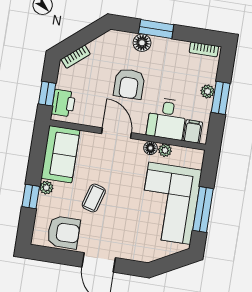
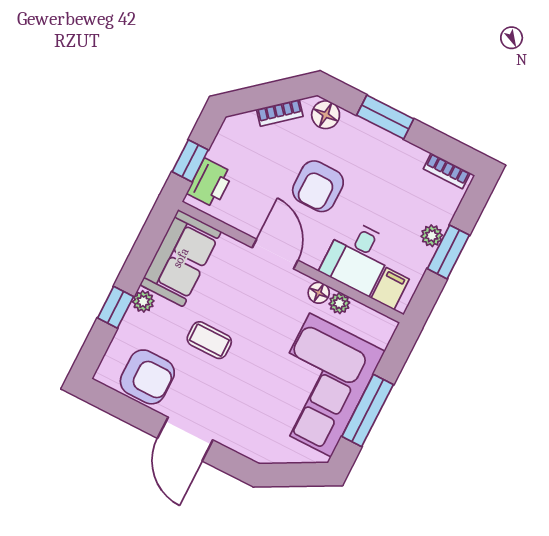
floor lamp: (142, 43) -> (326, 115), moved
bookcase: (76, 57) -> (280, 113), moved
coffee table: (94, 198) -> (209, 340), turned 74

